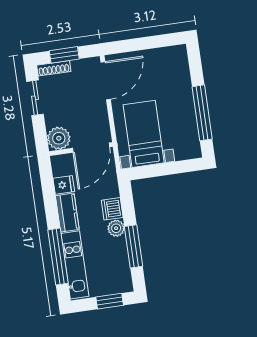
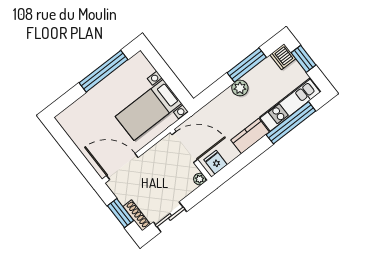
plant: (59, 138) -> (200, 179), width x0.53, depth x0.53
fridge: (64, 185) -> (216, 162), moved
dishwasher: (112, 209) -> (283, 57), moved, turned 90

